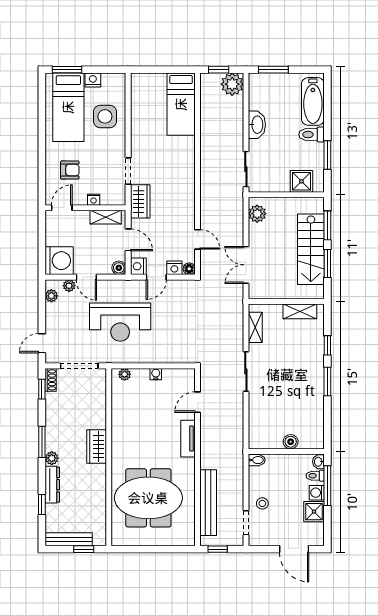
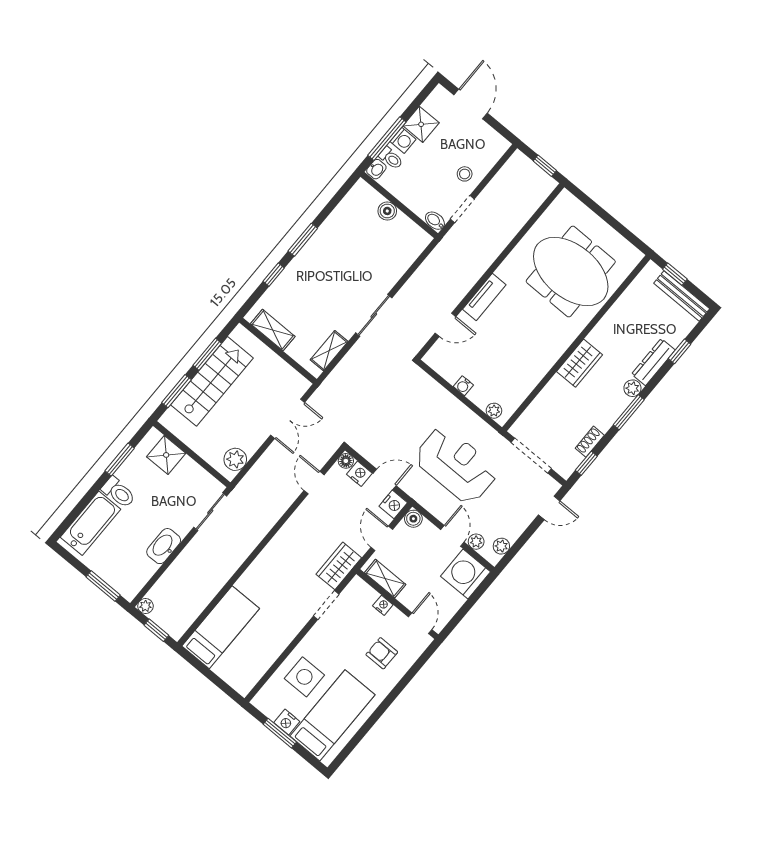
window: (67, 70) -> (280, 733), moved
plant: (232, 84) -> (145, 606), width x0.53, depth x0.53
door: (62, 208) -> (420, 623), swing flipped
shoe rack: (51, 380) -> (590, 442), moved
bench: (208, 503) -> (517, 219), removed
doorway: (246, 523) -> (462, 209), moved

